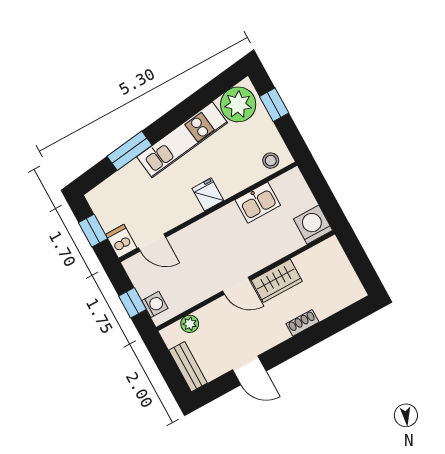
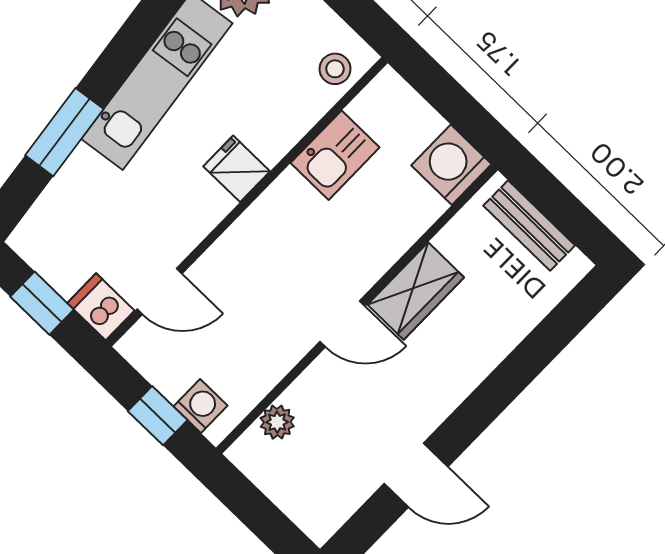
shoe rack: (302, 323) -> (488, 355), removed
bench: (188, 367) -> (529, 226), moved

